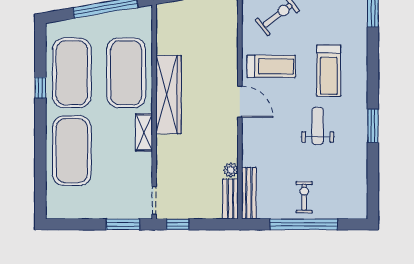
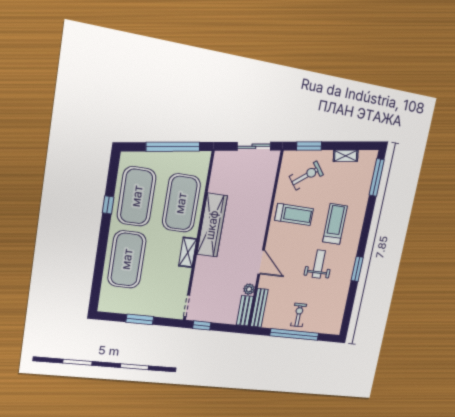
treadmill: (329, 71) -> (335, 224), turned 180
door: (240, 102) -> (261, 262), moved
window: (123, 224) -> (140, 319), moved

